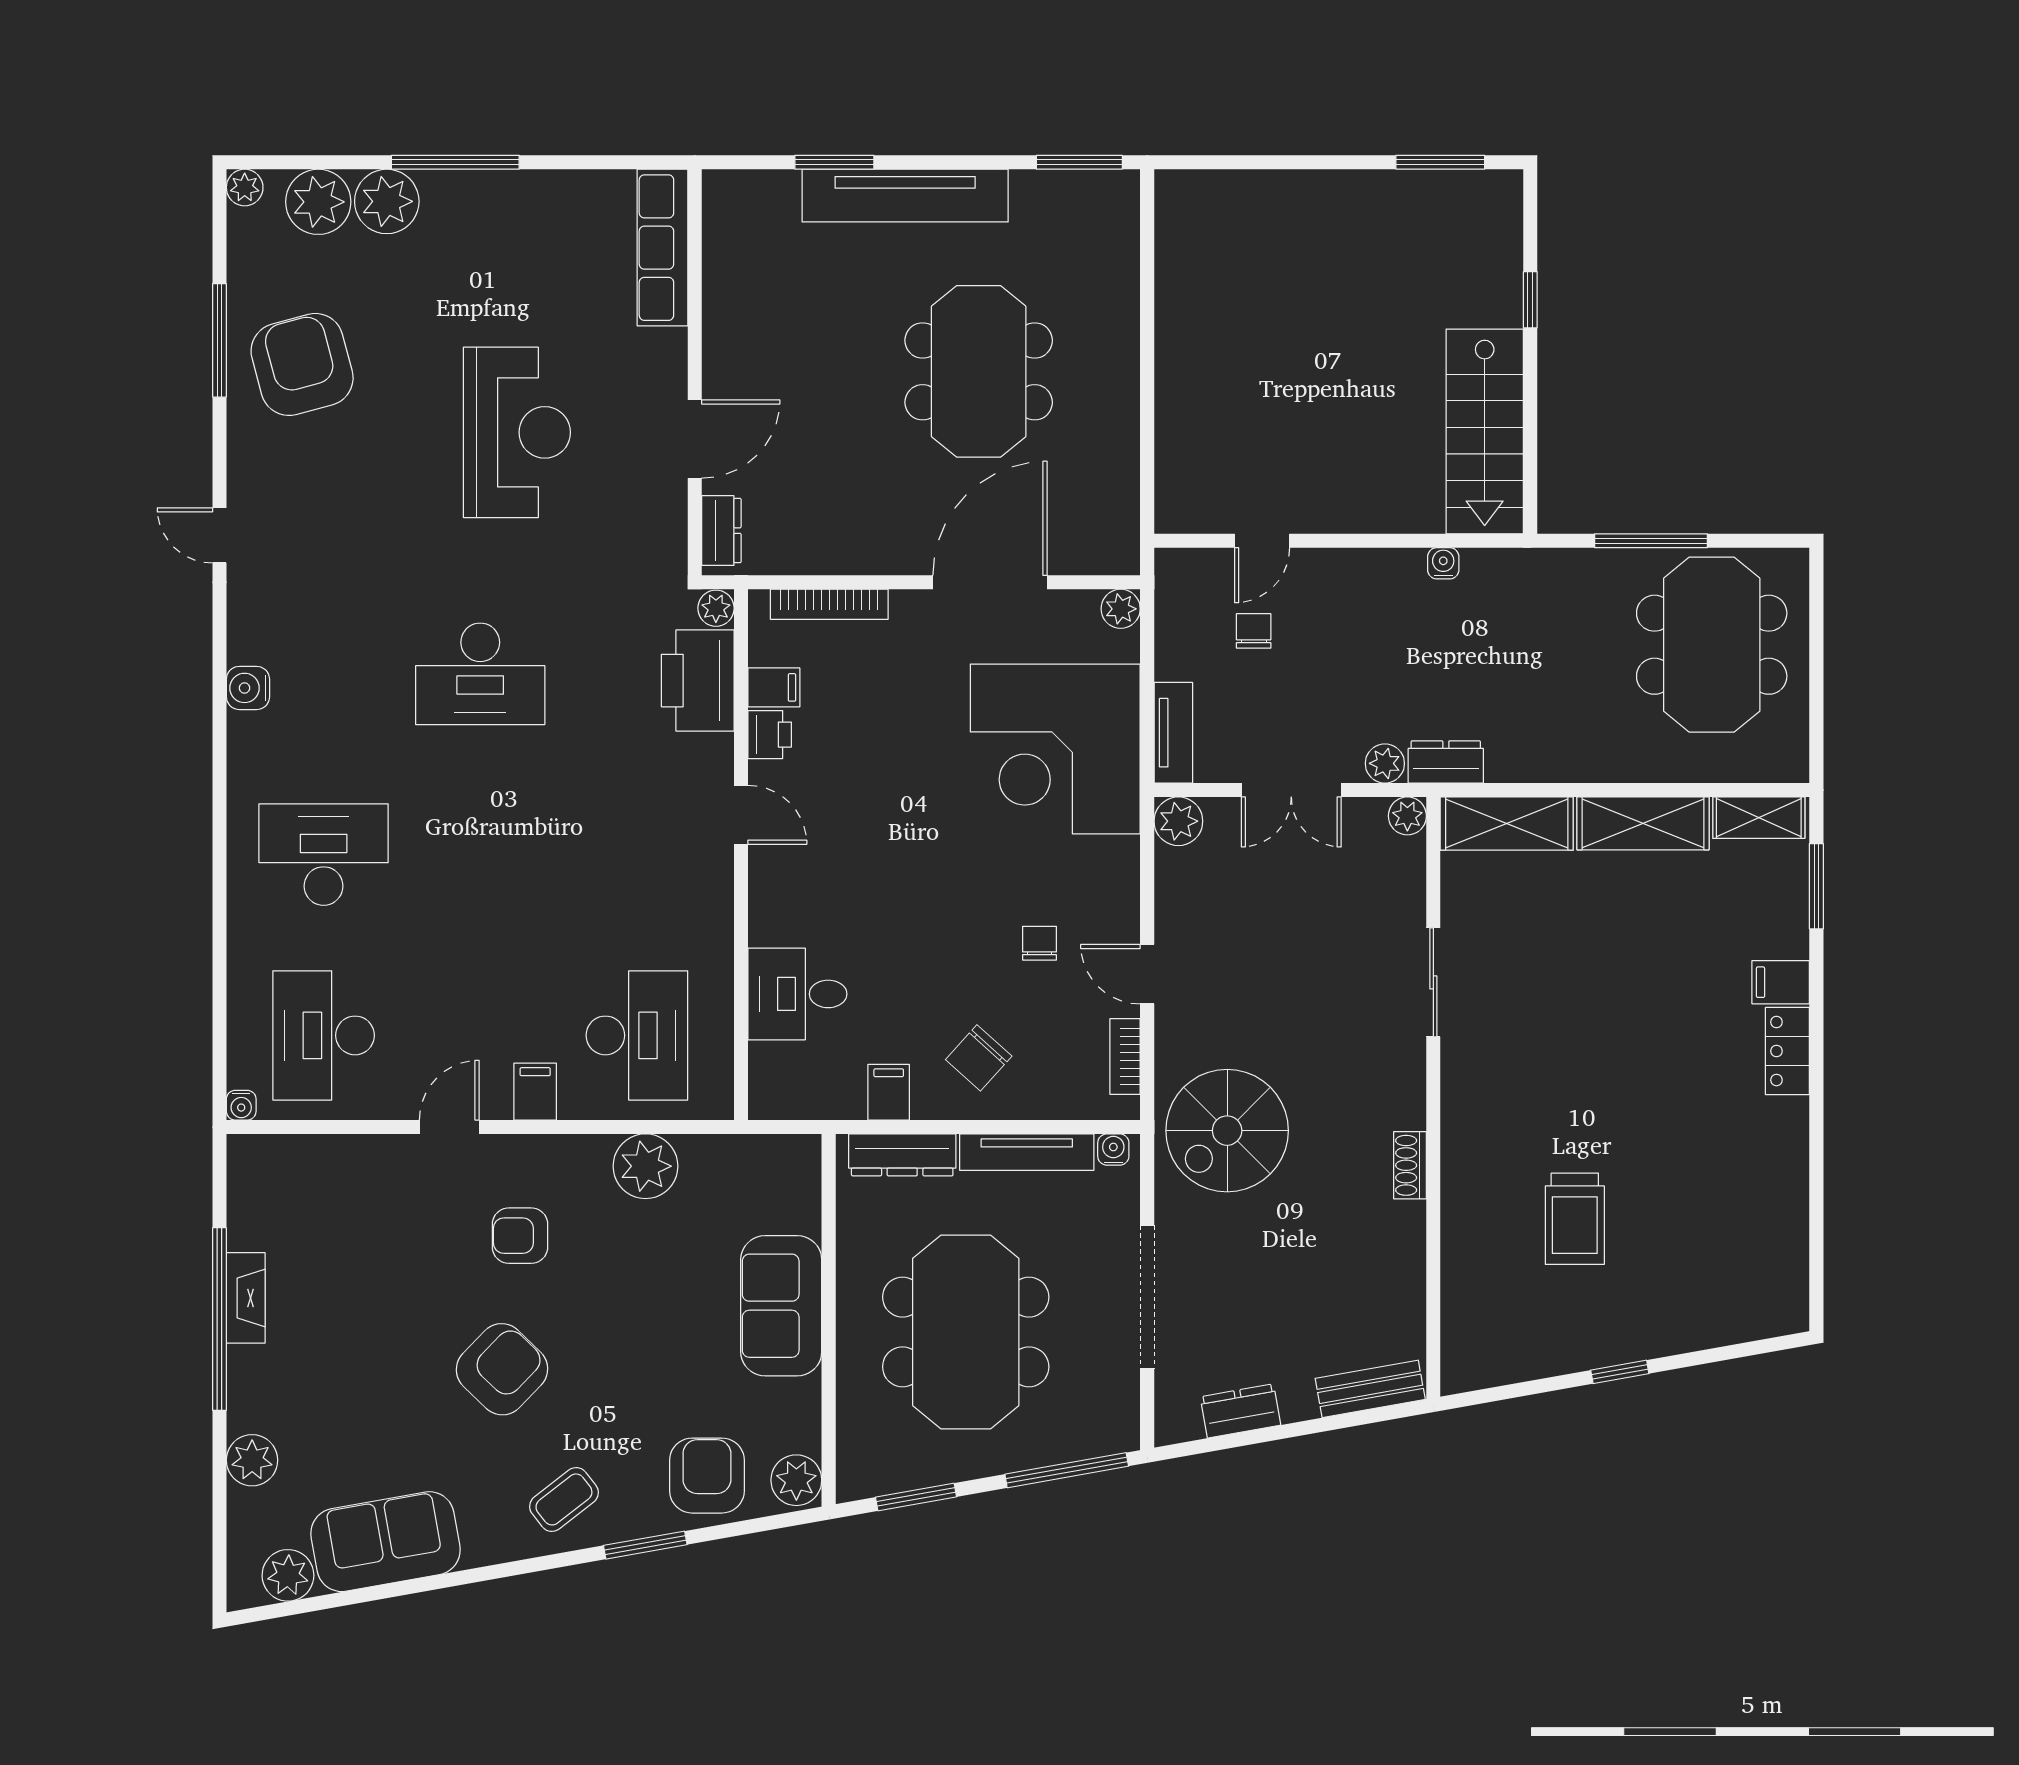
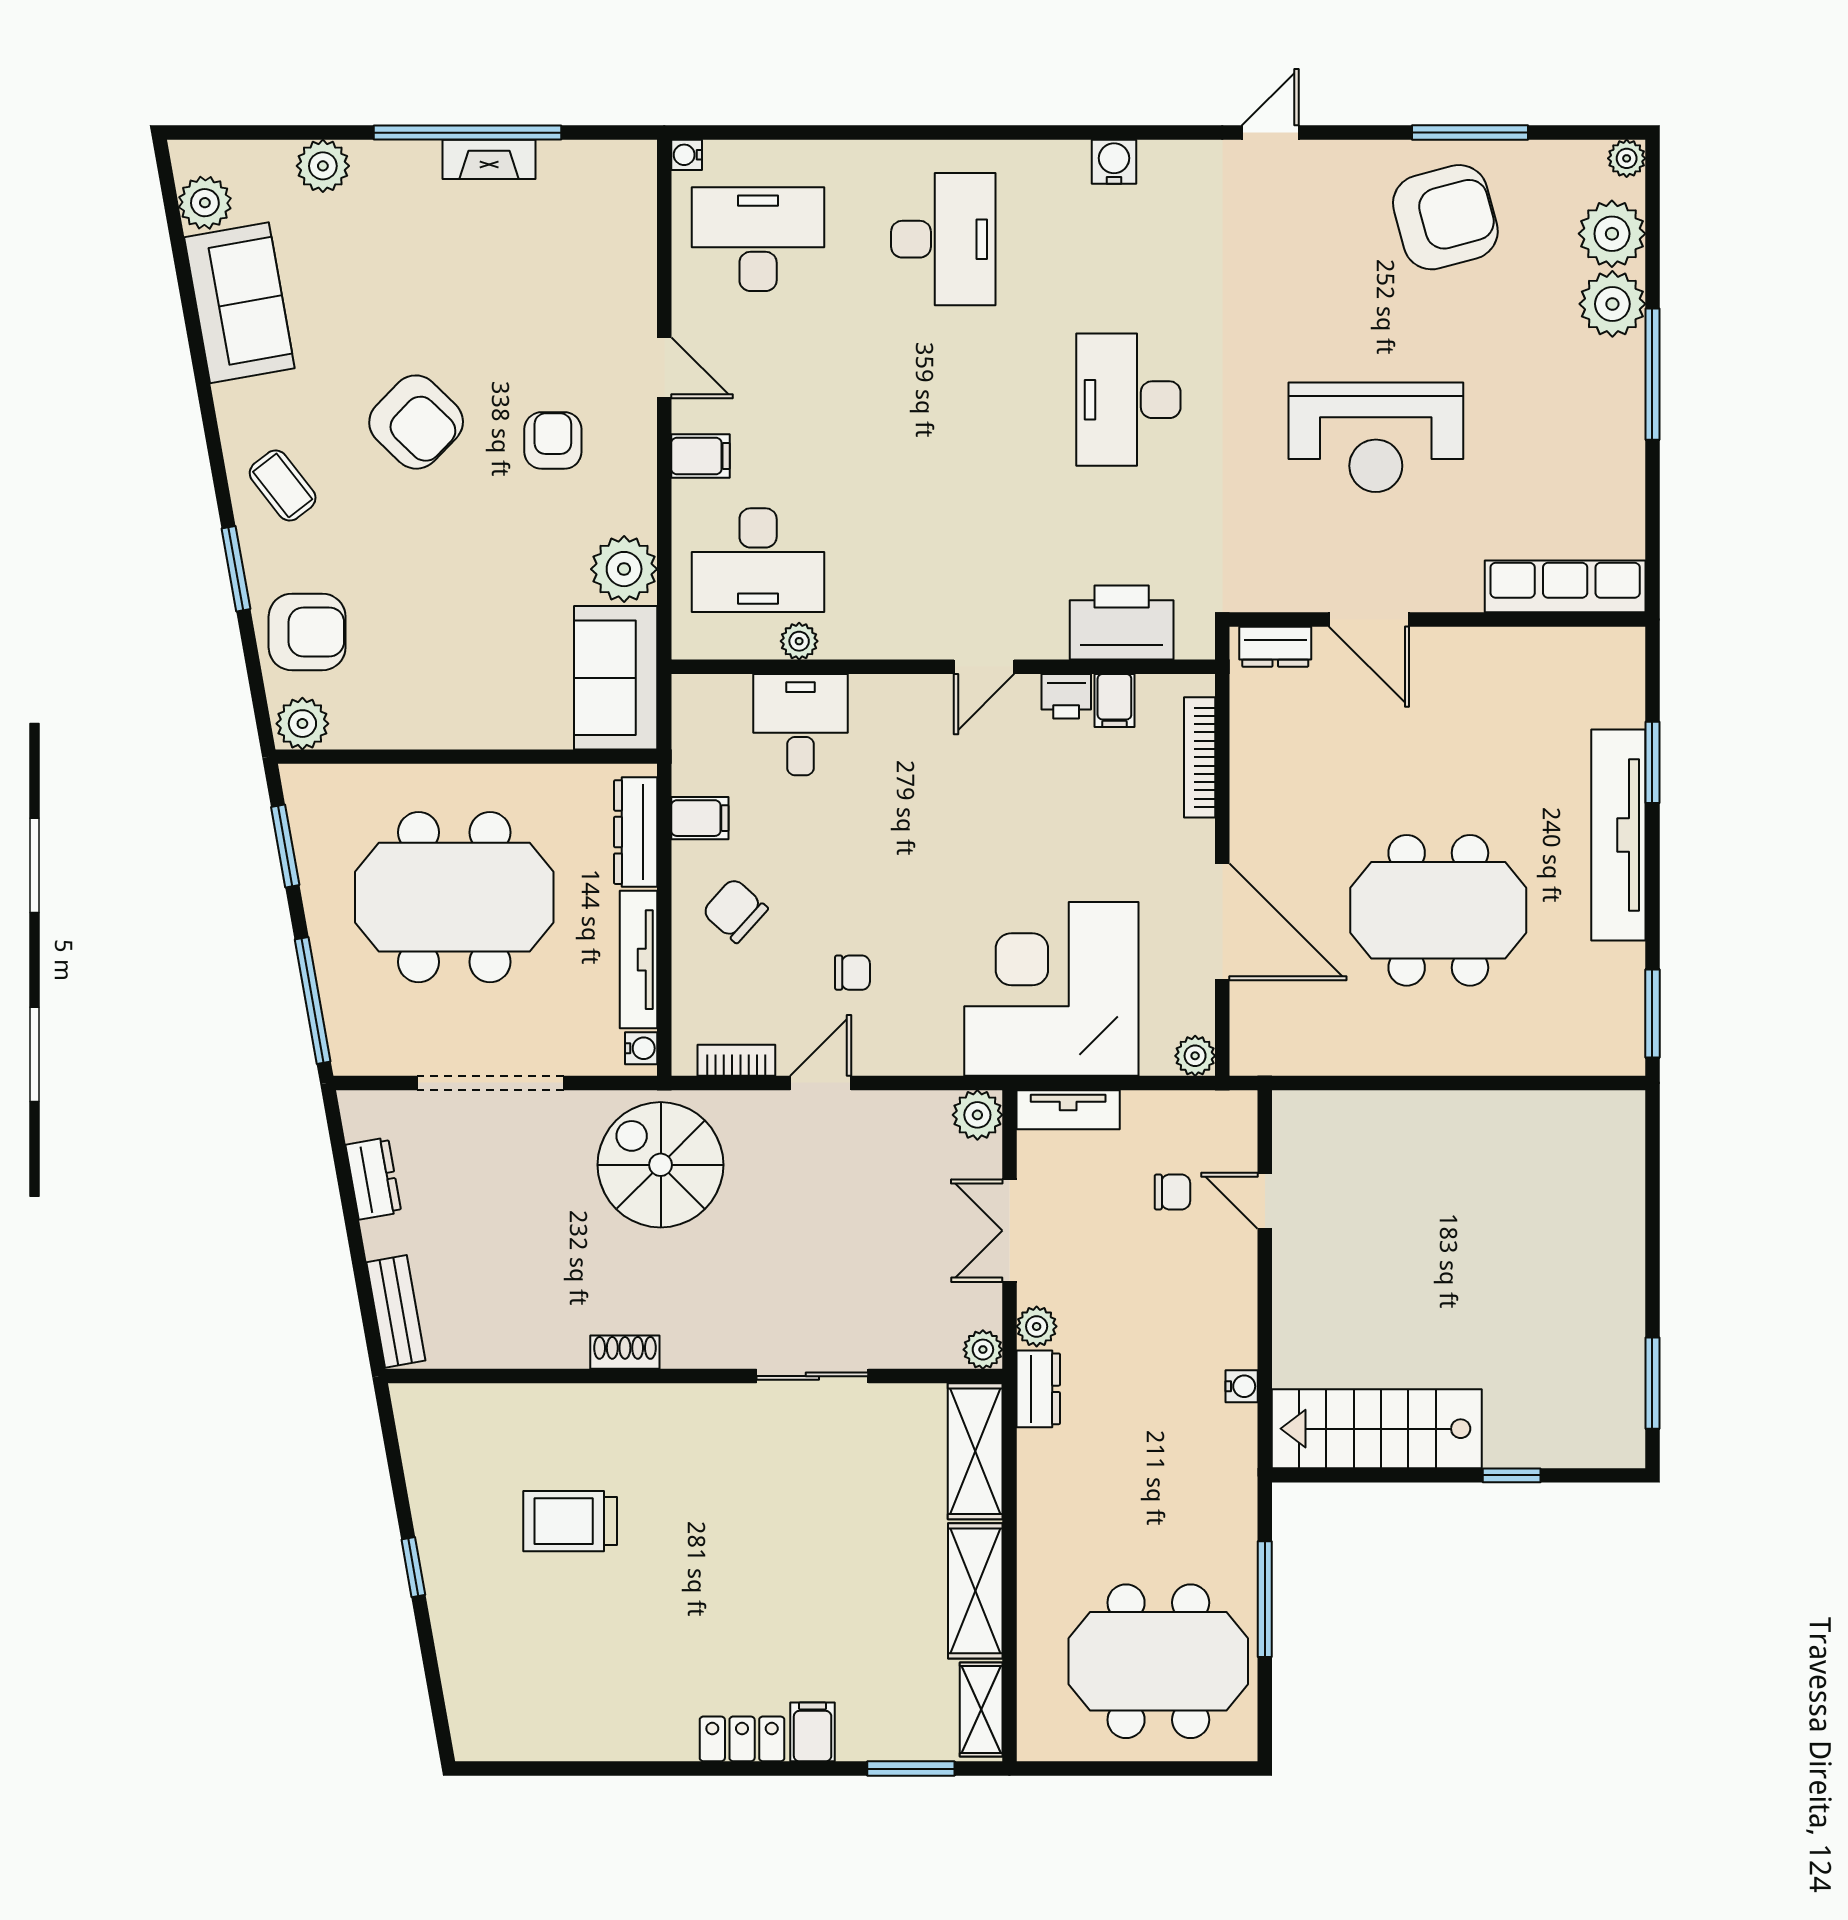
plant: (716, 608) -> (799, 641), moved
sofa: (781, 1306) -> (616, 678), moved, turned -90

